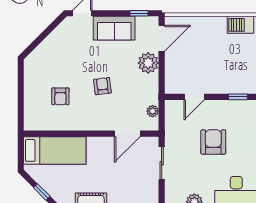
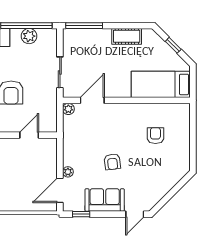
plant: (148, 63) -> (68, 172), width x0.53, depth x0.53
armchair: (102, 86) -> (112, 162), moved
plant: (153, 111) -> (68, 109), moved

